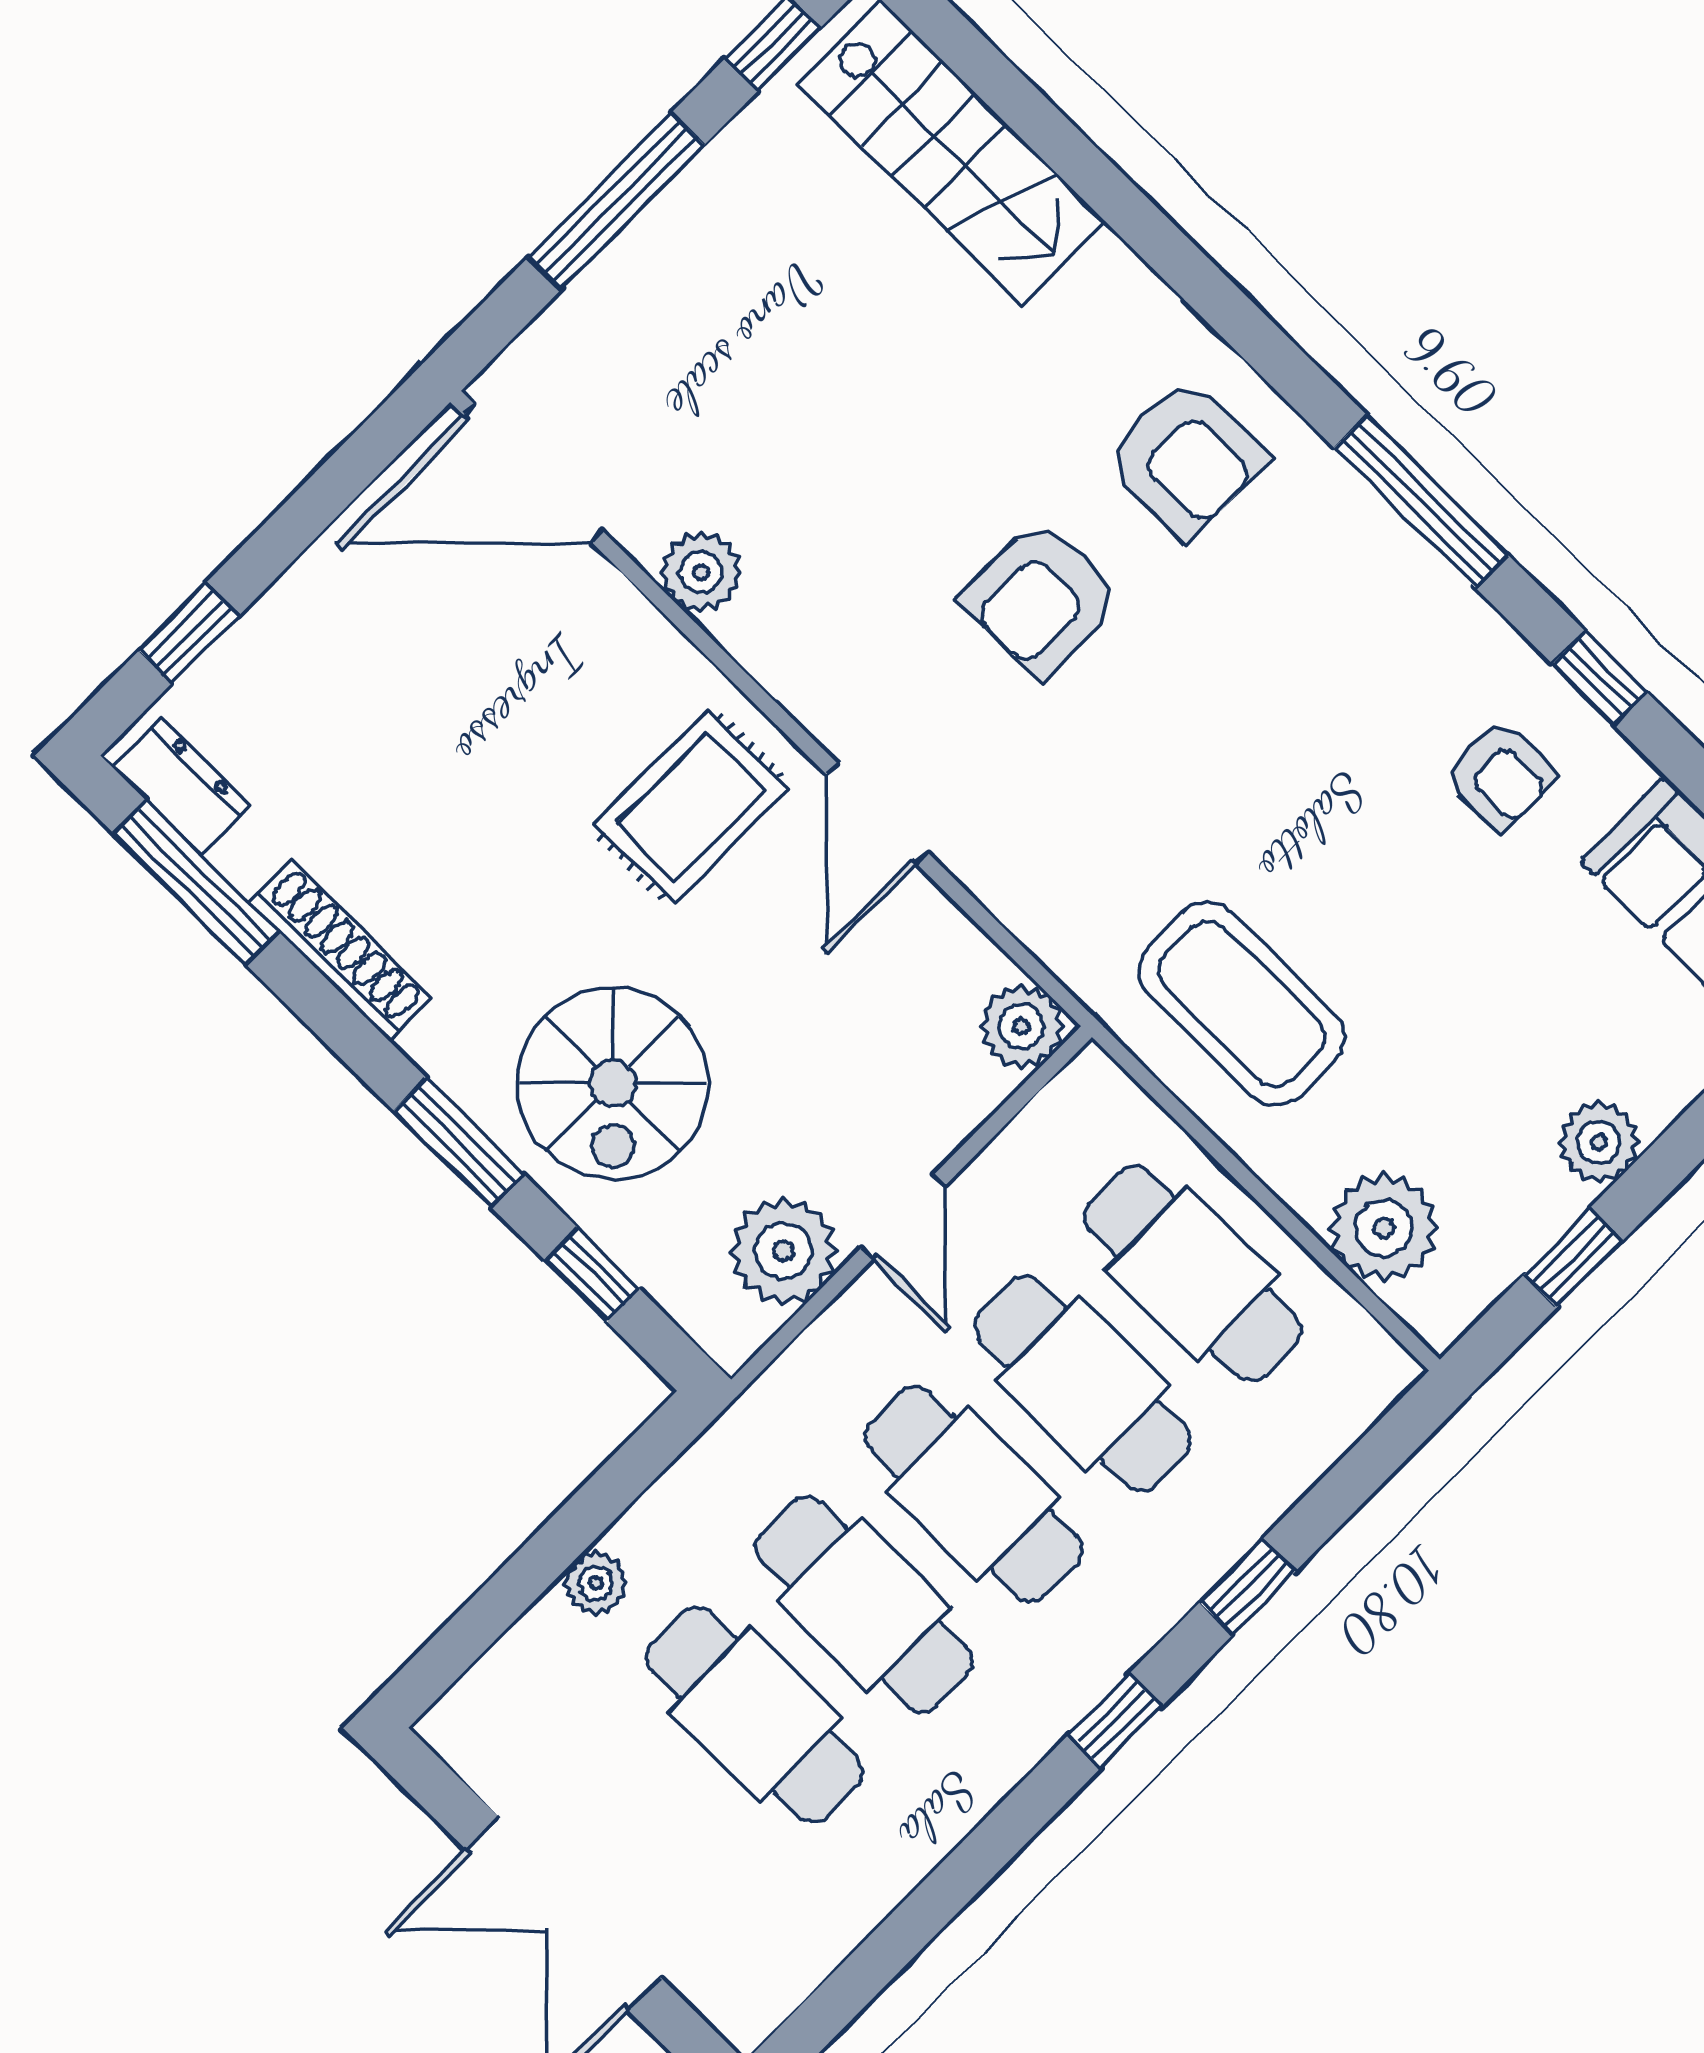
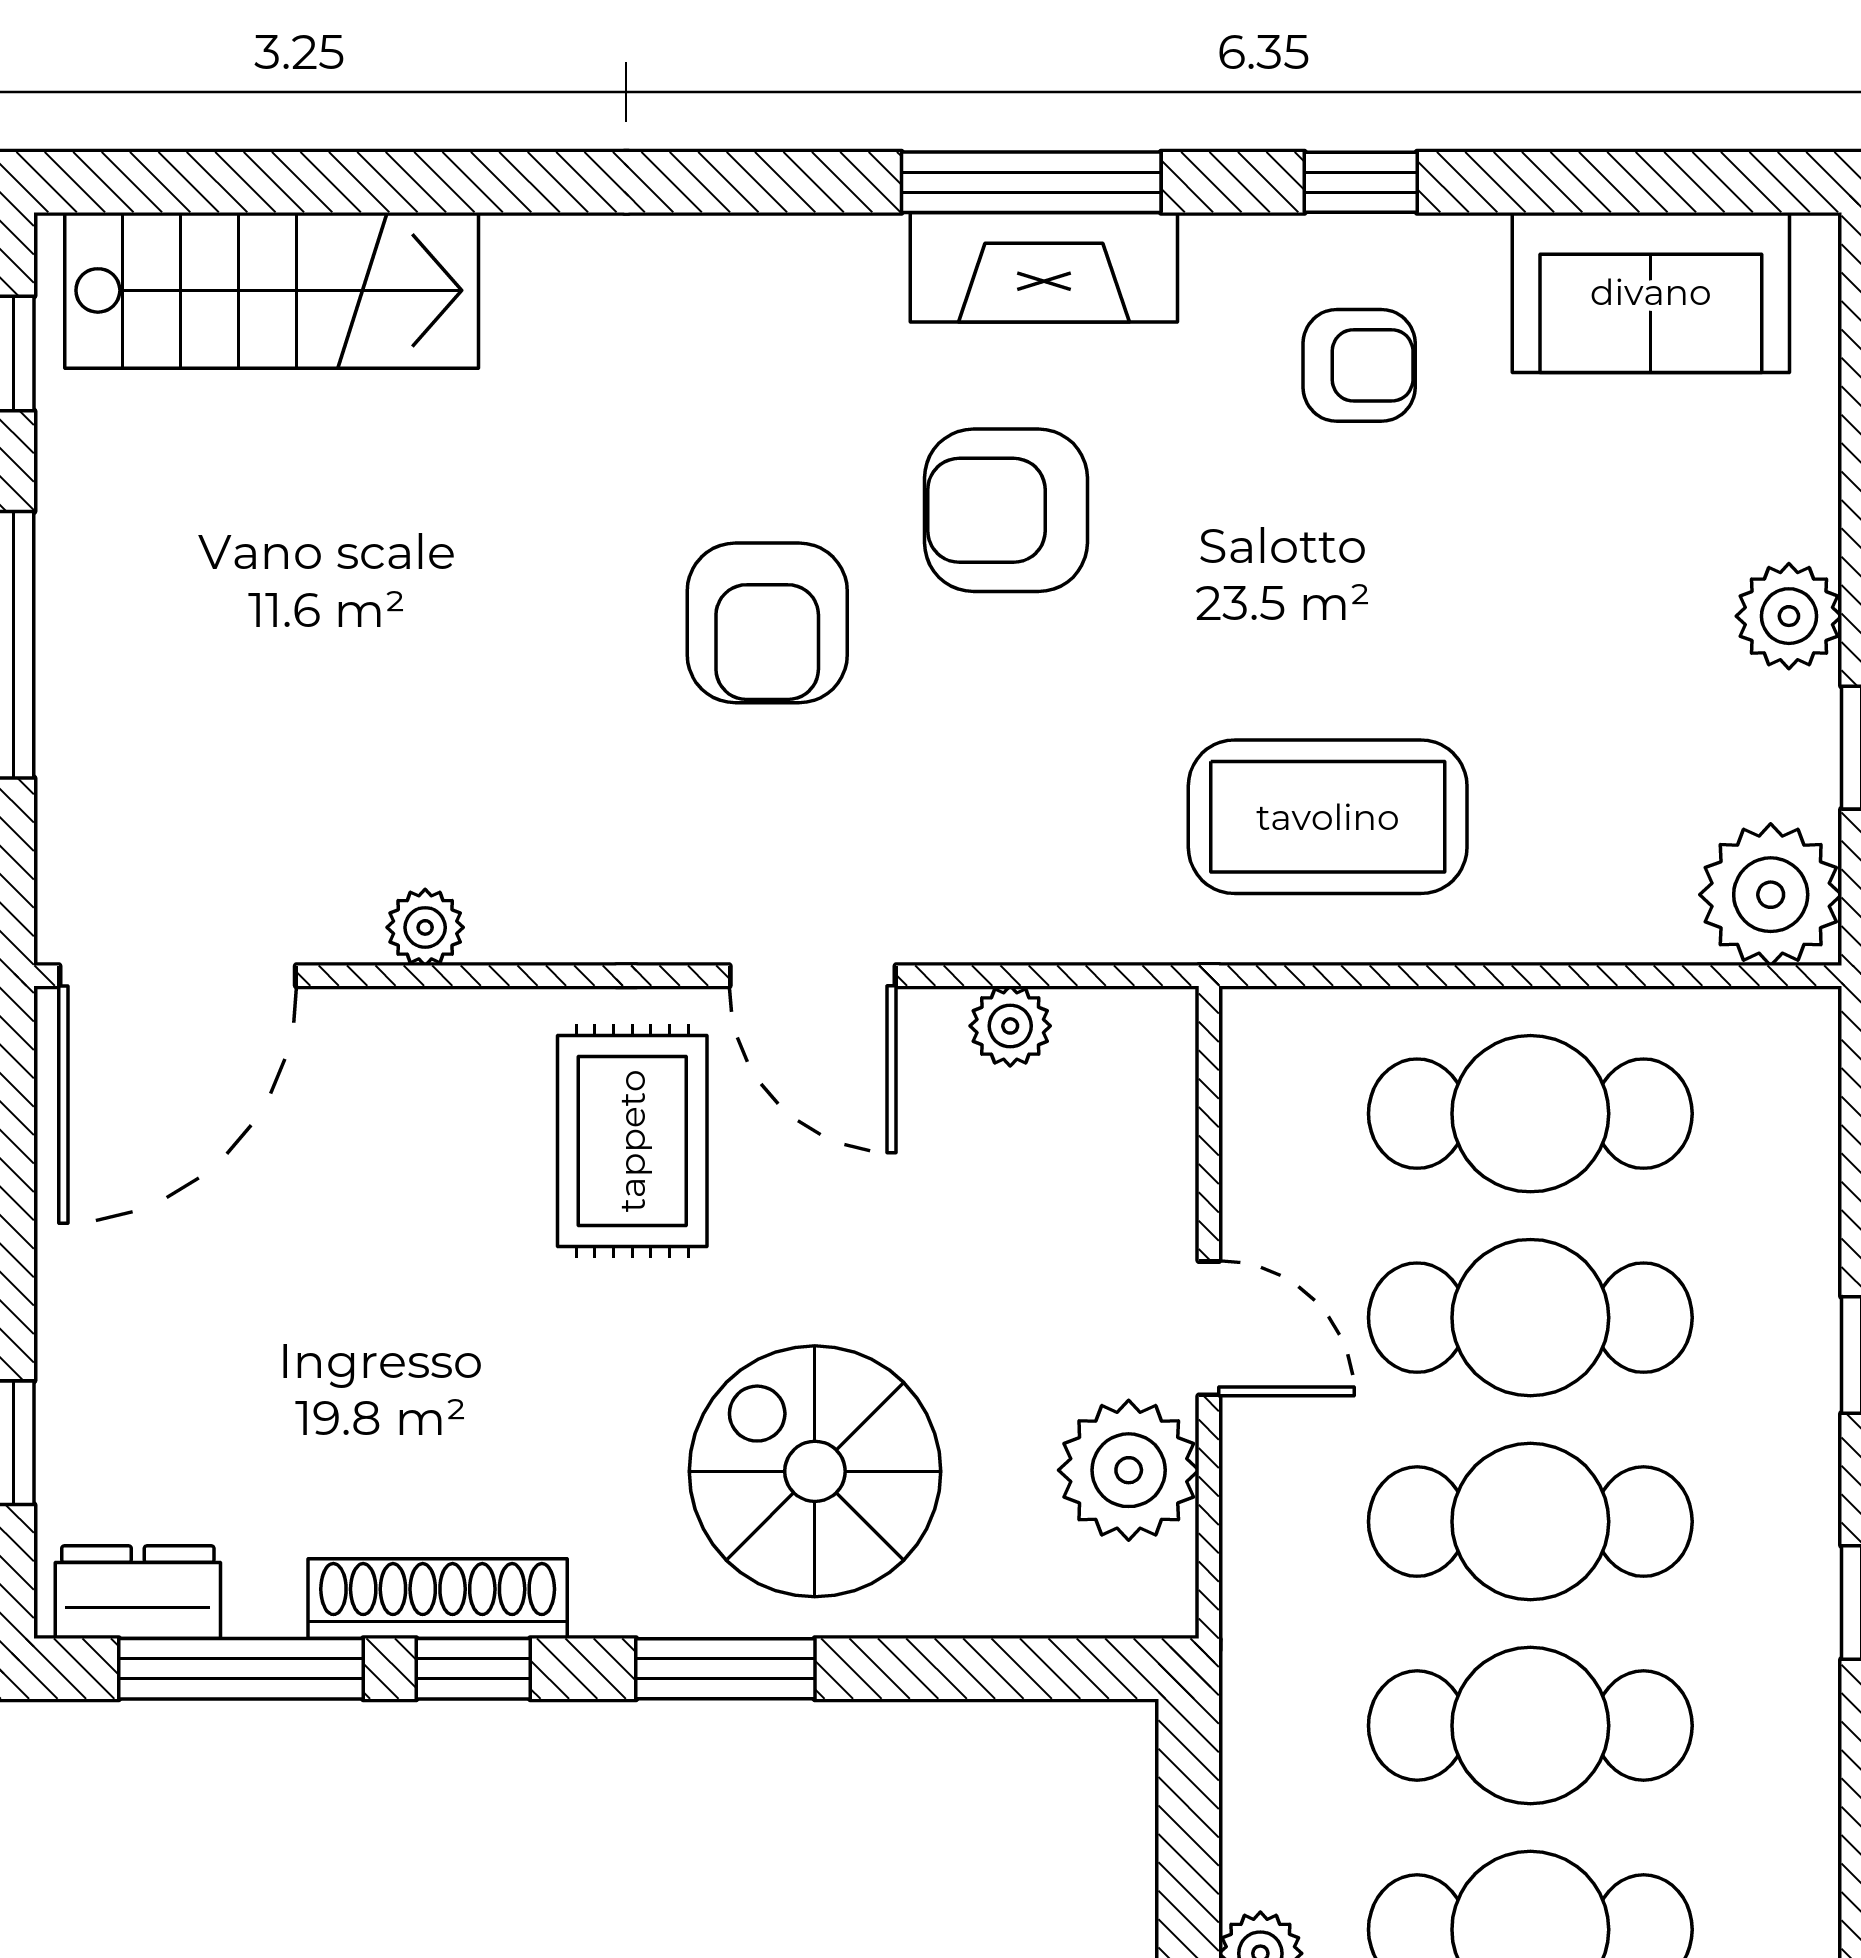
armchair: (1185, 458) -> (1006, 510), moved, turned 180
fireplace: (1382, 554) -> (1044, 267), added
plant: (701, 572) -> (425, 927), width x0.73, depth x0.73
plant: (1021, 1026) -> (1010, 1026), moved, width x0.73, depth x0.73
spiral stairs: (613, 1083) -> (815, 1471), turned 180
plant: (1384, 1228) -> (1771, 895), moved
window: (592, 1275) -> (473, 1669), moved

